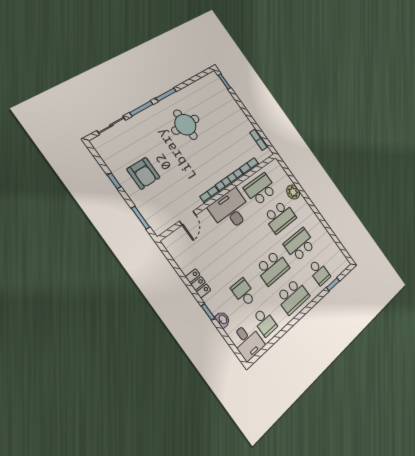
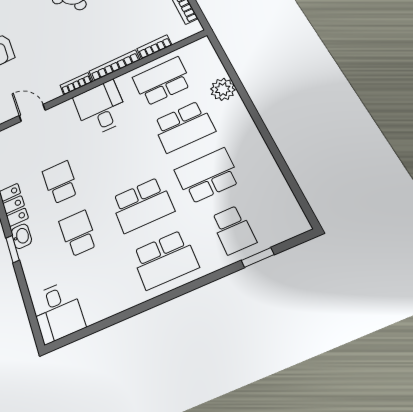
desk: (231, 210) -> (101, 108), width x0.73
door: (188, 218) -> (32, 113), swing flipped
washbasin: (223, 320) -> (21, 236), moved
school desk: (265, 322) -> (60, 182), moved, turned 180

